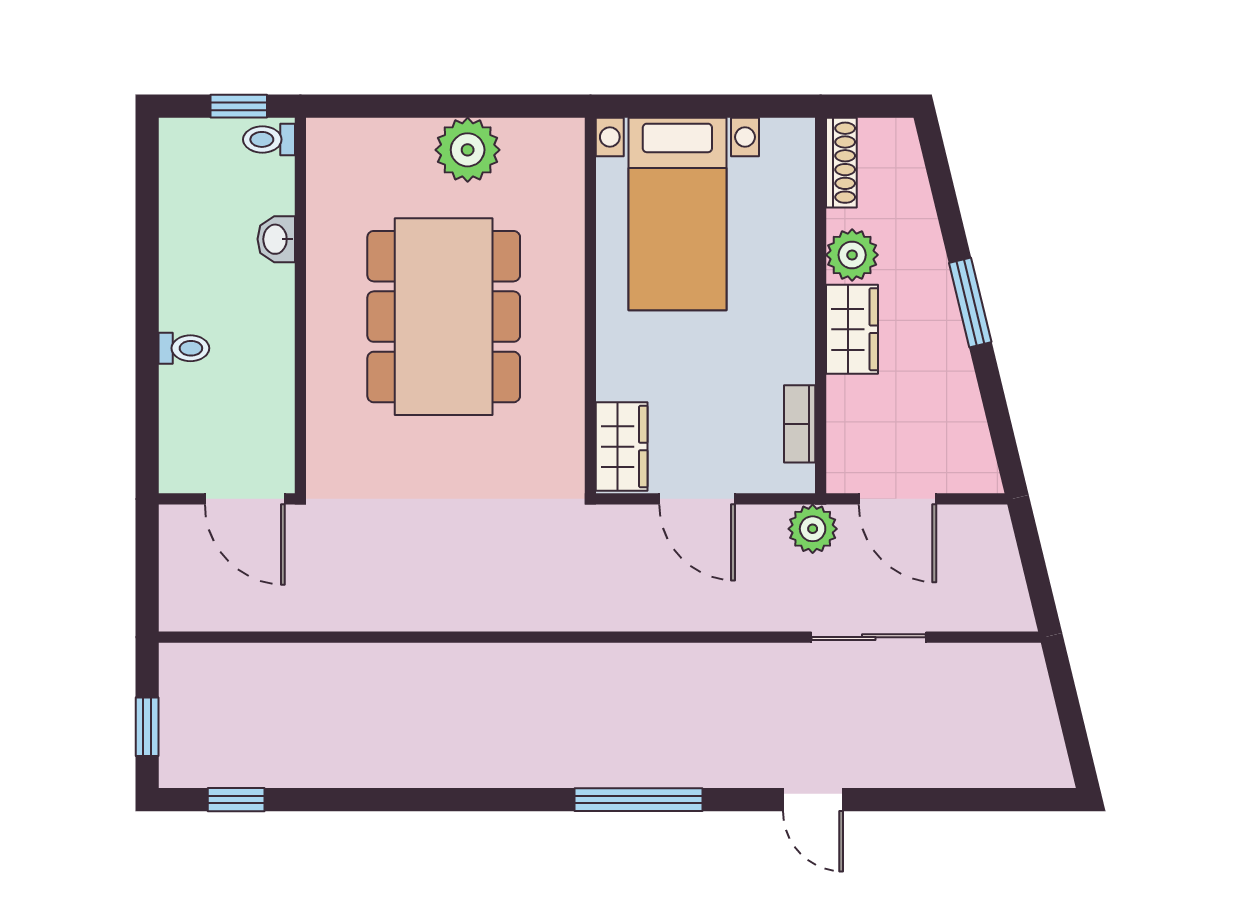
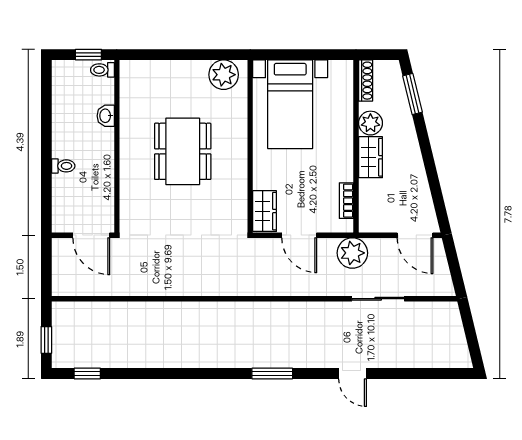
plant: (468, 150) -> (224, 75), moved
window: (970, 303) -> (413, 94), moved
dining table: (444, 317) -> (183, 151), width x0.73, depth x0.80
door: (897, 499) -> (415, 235), moved
plant: (813, 529) -> (352, 253), width x1.36, depth x1.36
window: (638, 800) -> (272, 373), width x0.69

